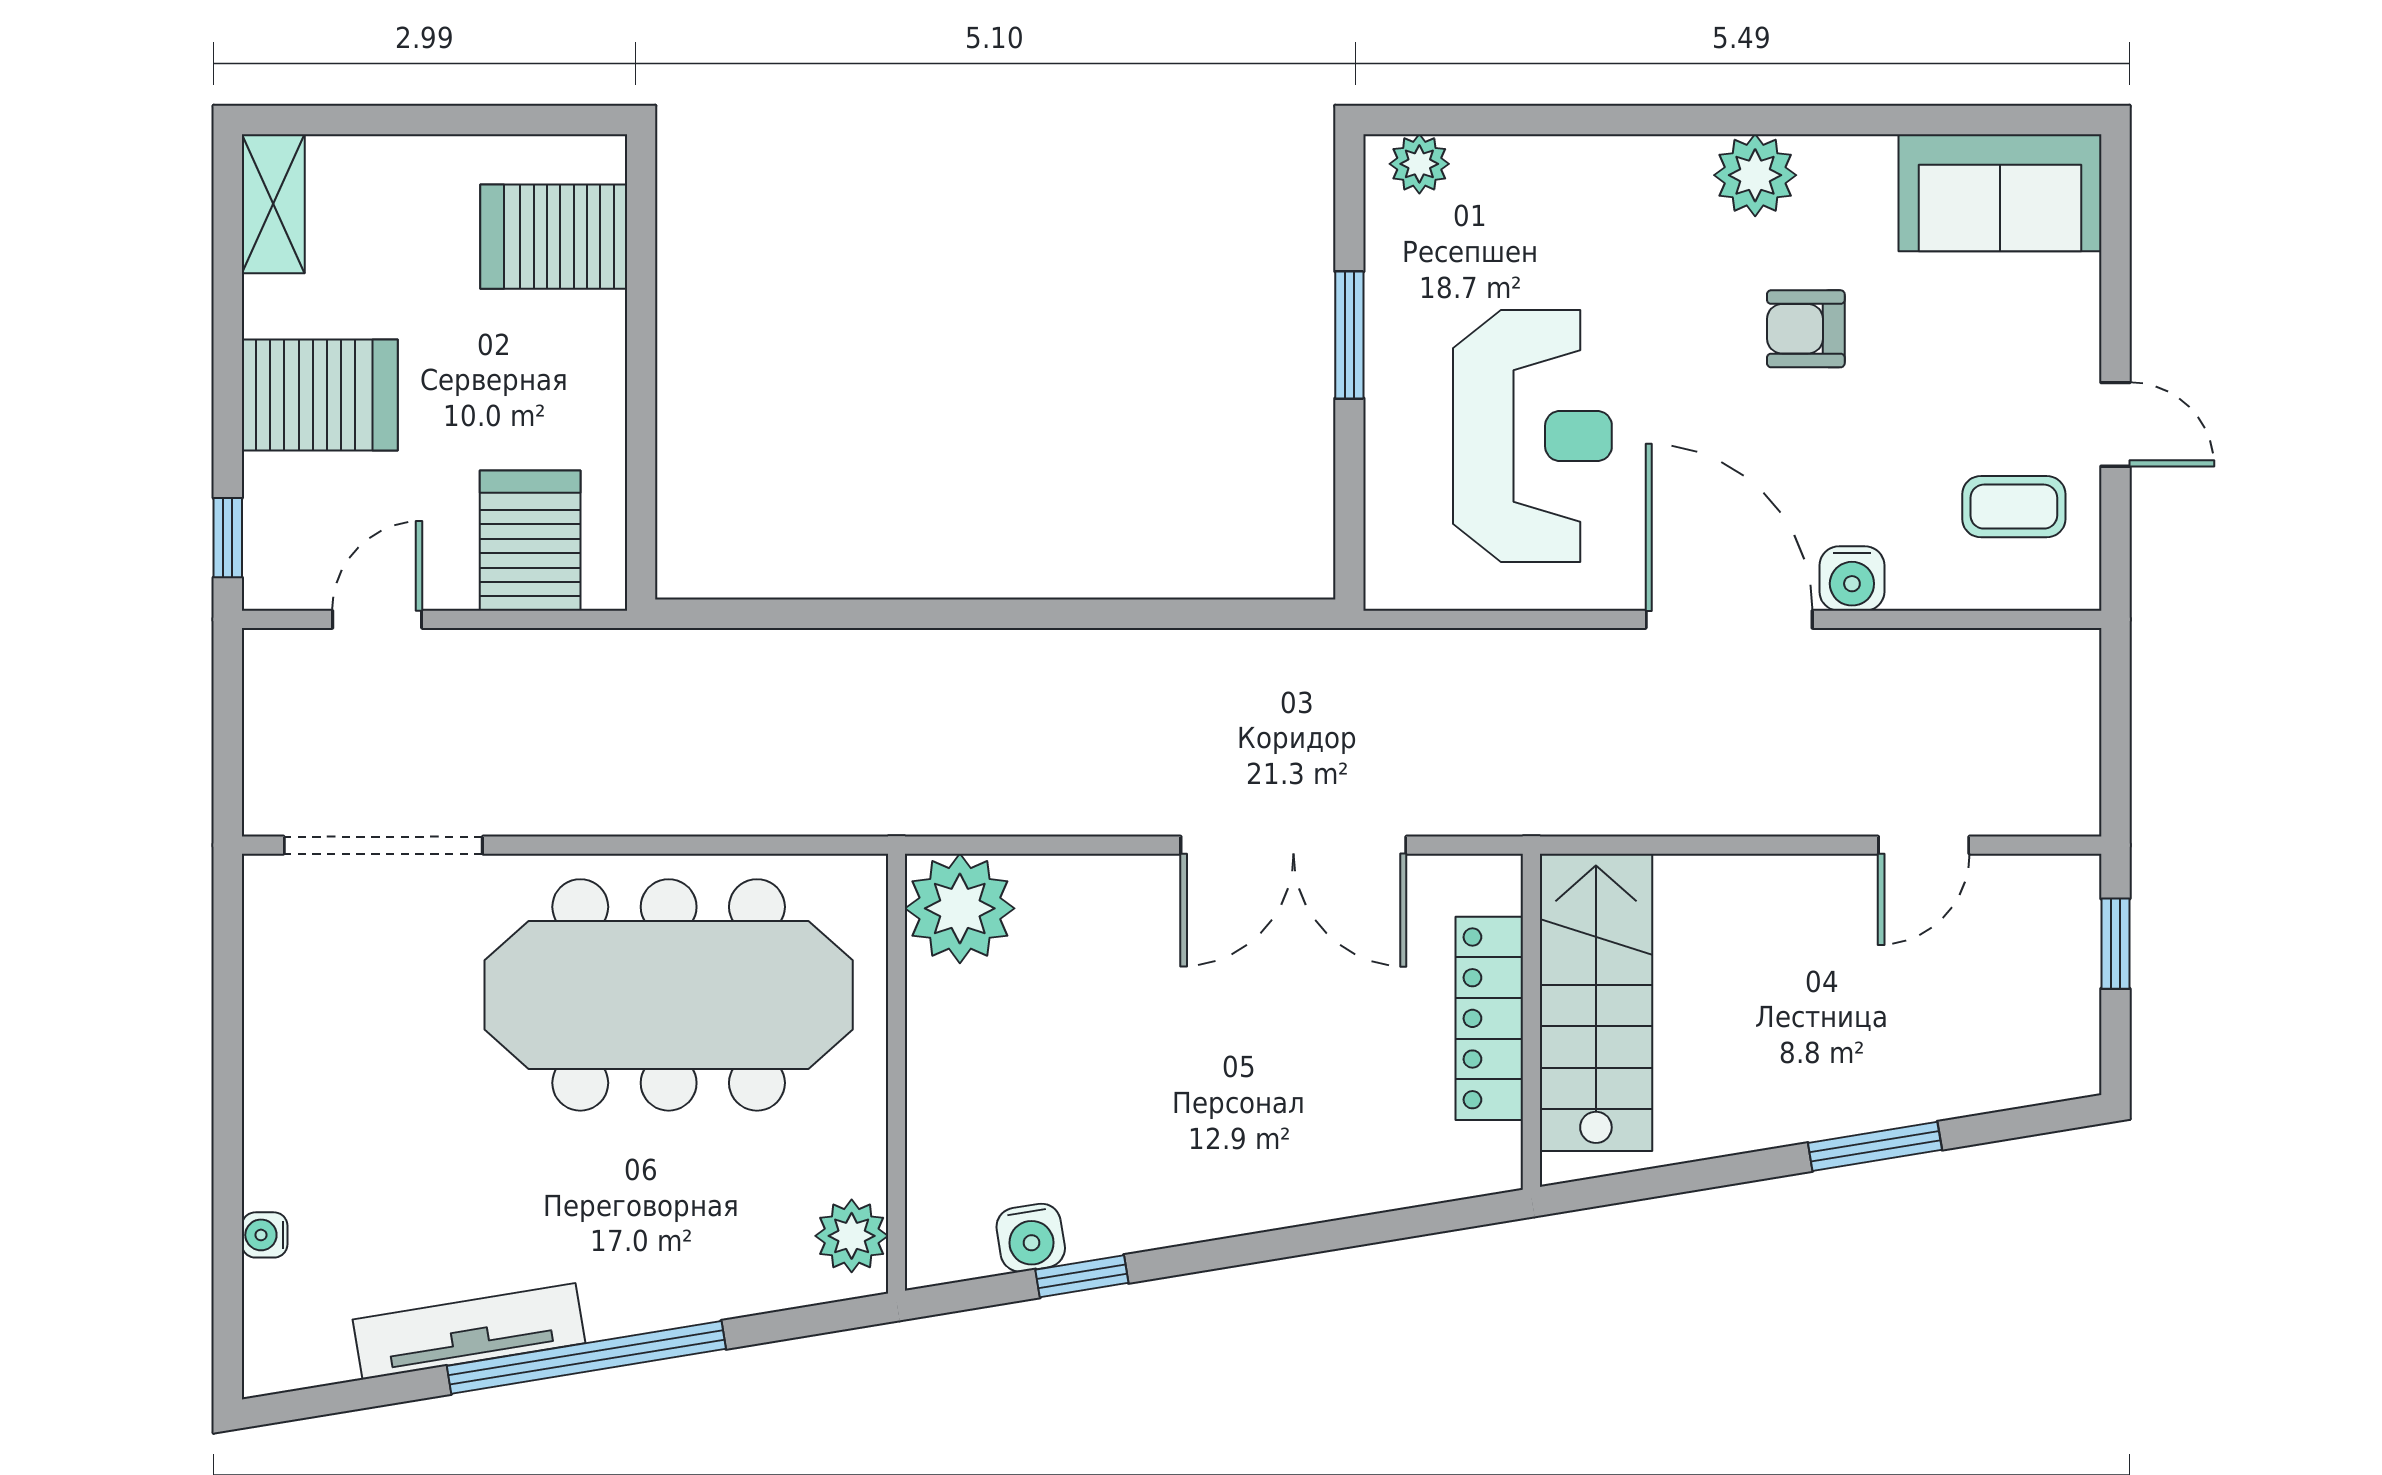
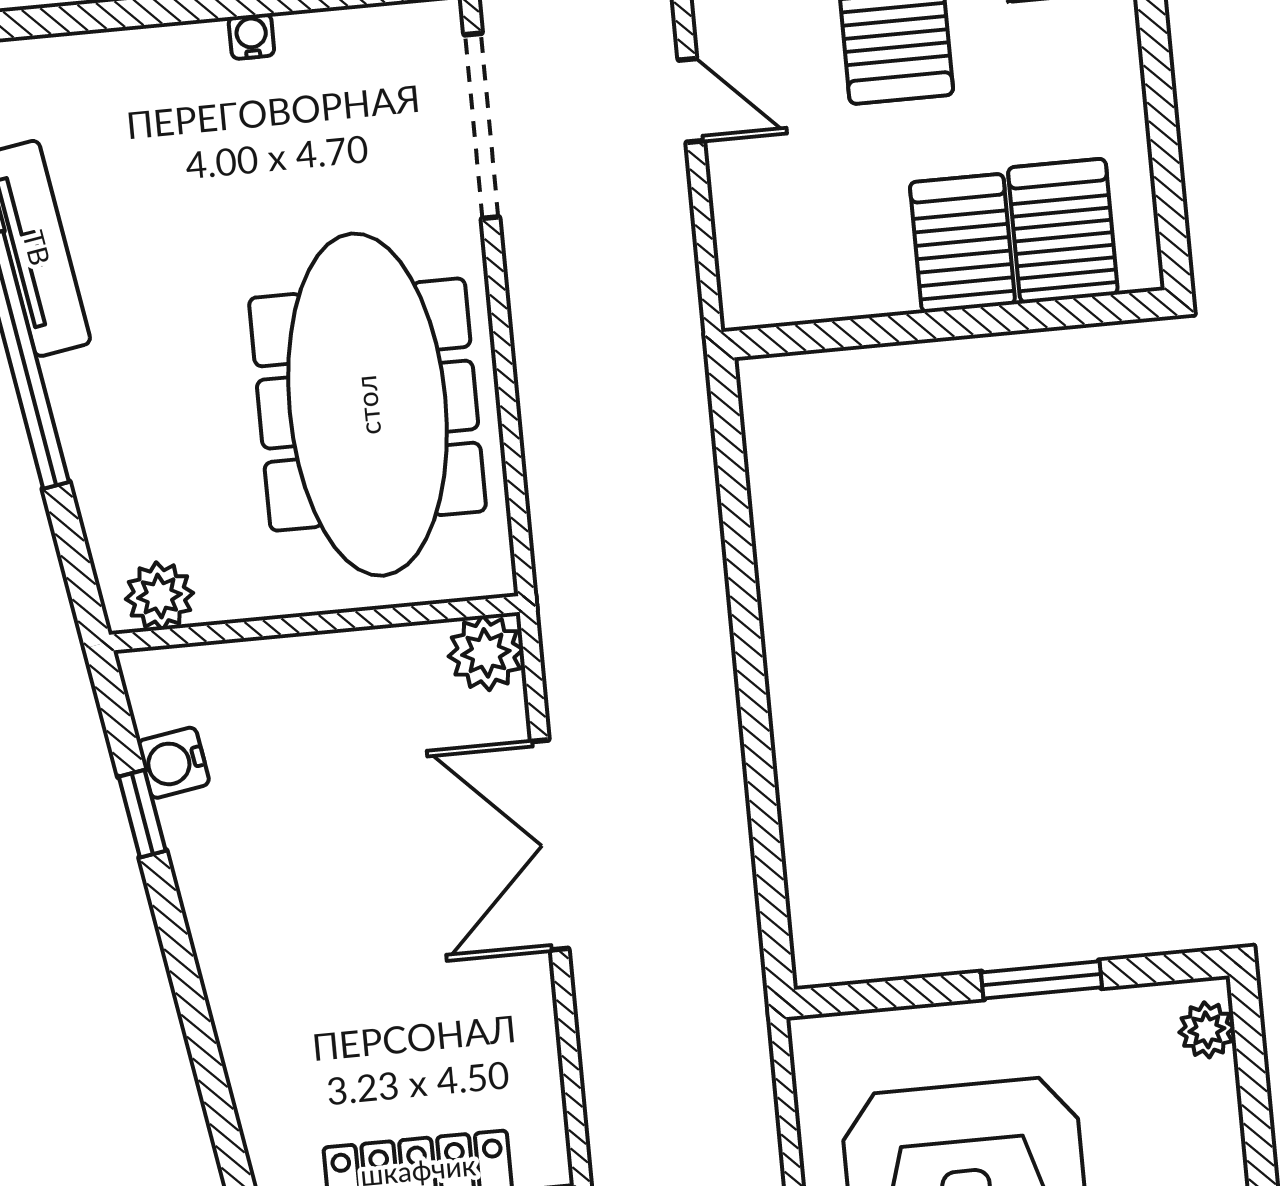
server rack: (530, 541) -> (962, 243), moved, turned -90
double door: (1293, 845) -> (550, 845), moved
plant: (960, 908) -> (486, 653), width x0.73, depth x0.73
water cooler: (265, 1235) -> (251, 36), moved

